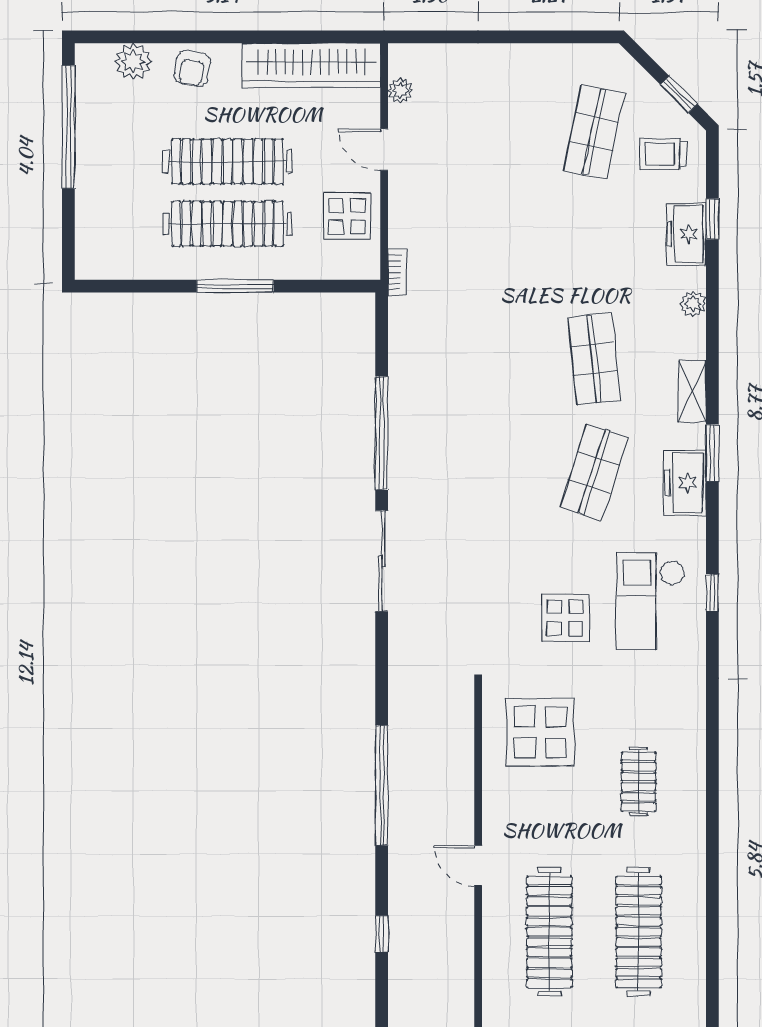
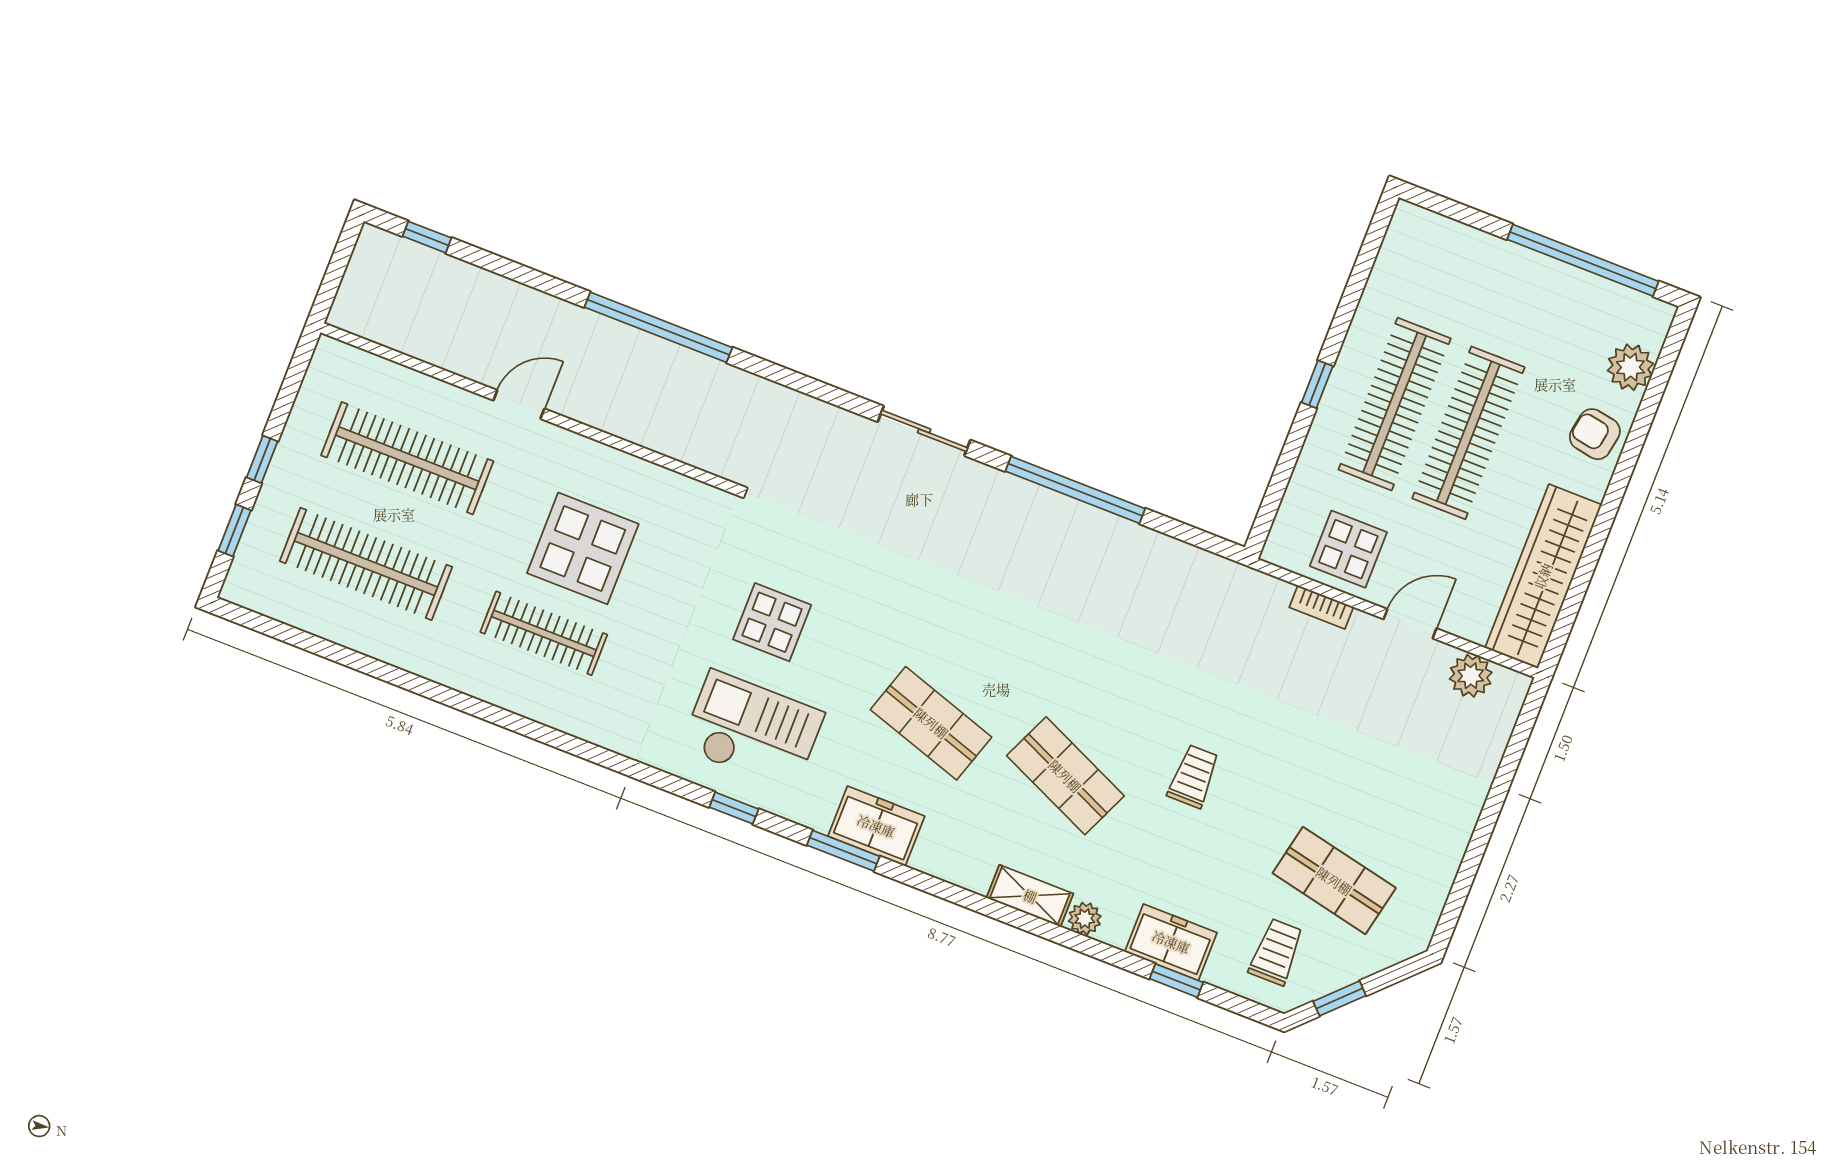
plant: (400, 90) -> (1471, 676), width x1.38, depth x1.38
trolley: (558, 265) -> (1194, 776), added
bookcase: (397, 272) -> (1321, 607), moved
window: (235, 286) -> (1317, 384), width x0.46
shop shelf: (594, 359) -> (1065, 776), turned 30
shelving: (692, 391) -> (1030, 896), moved
window: (712, 453) -> (843, 851), moved
sliding door: (382, 561) -> (924, 431), width x0.73
display table: (540, 732) -> (583, 548), moved
clothes rail: (639, 782) -> (544, 633), width x1.36
window: (382, 934) -> (427, 237), moved

